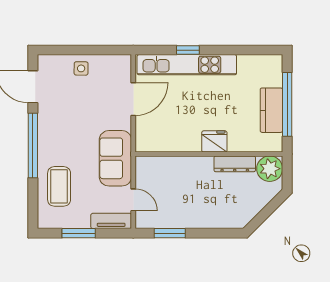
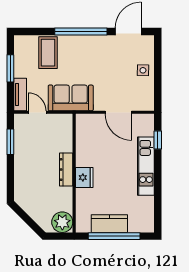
window: (188, 50) -> (158, 140), moved
kitchen unit: (187, 65) -> (146, 166), width x0.73
dresser: (235, 164) -> (66, 170), moved
coffee table: (59, 186) -> (48, 53), turned 90
door: (133, 200) -> (37, 112), swing flipped

